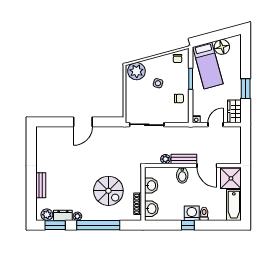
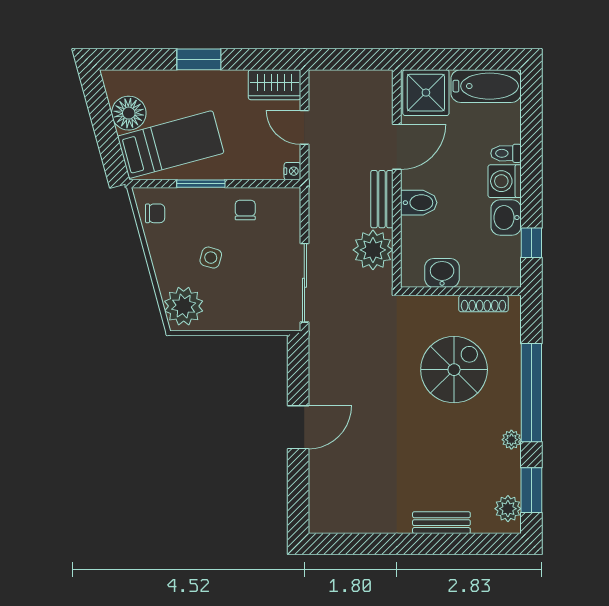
window: (246, 89) -> (199, 59), moved
door: (83, 122) -> (298, 427), hinge flipped
plant: (165, 159) -> (373, 250), width x1.88, depth x1.88
washbasin: (151, 209) -> (506, 218), moved, turned -90
dresser: (63, 215) -> (509, 472), removed
window: (188, 225) -> (531, 243), moved

